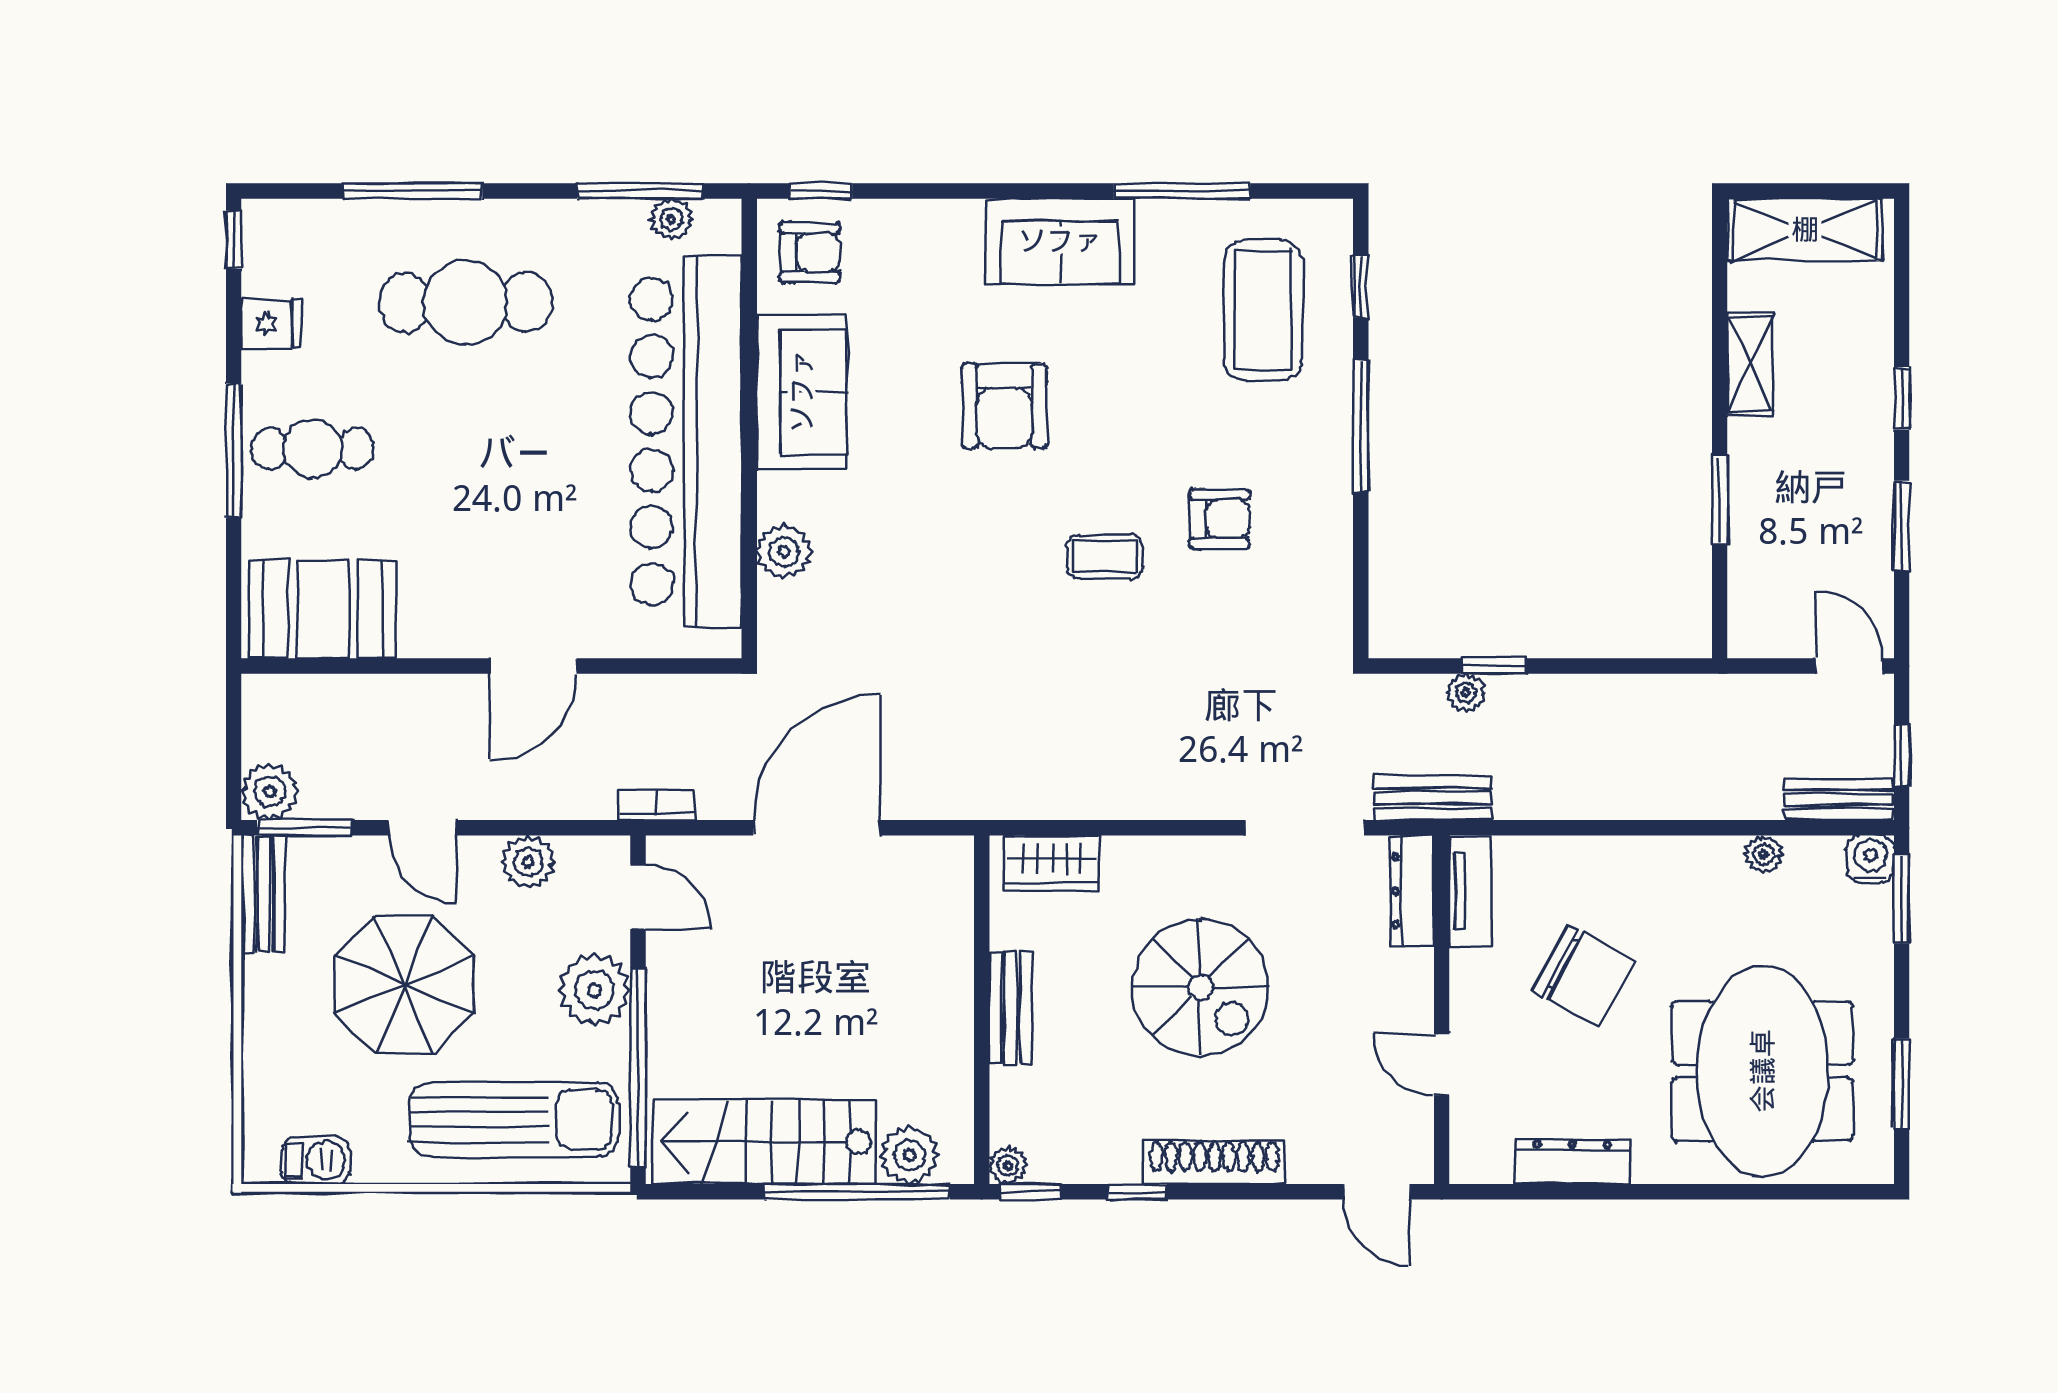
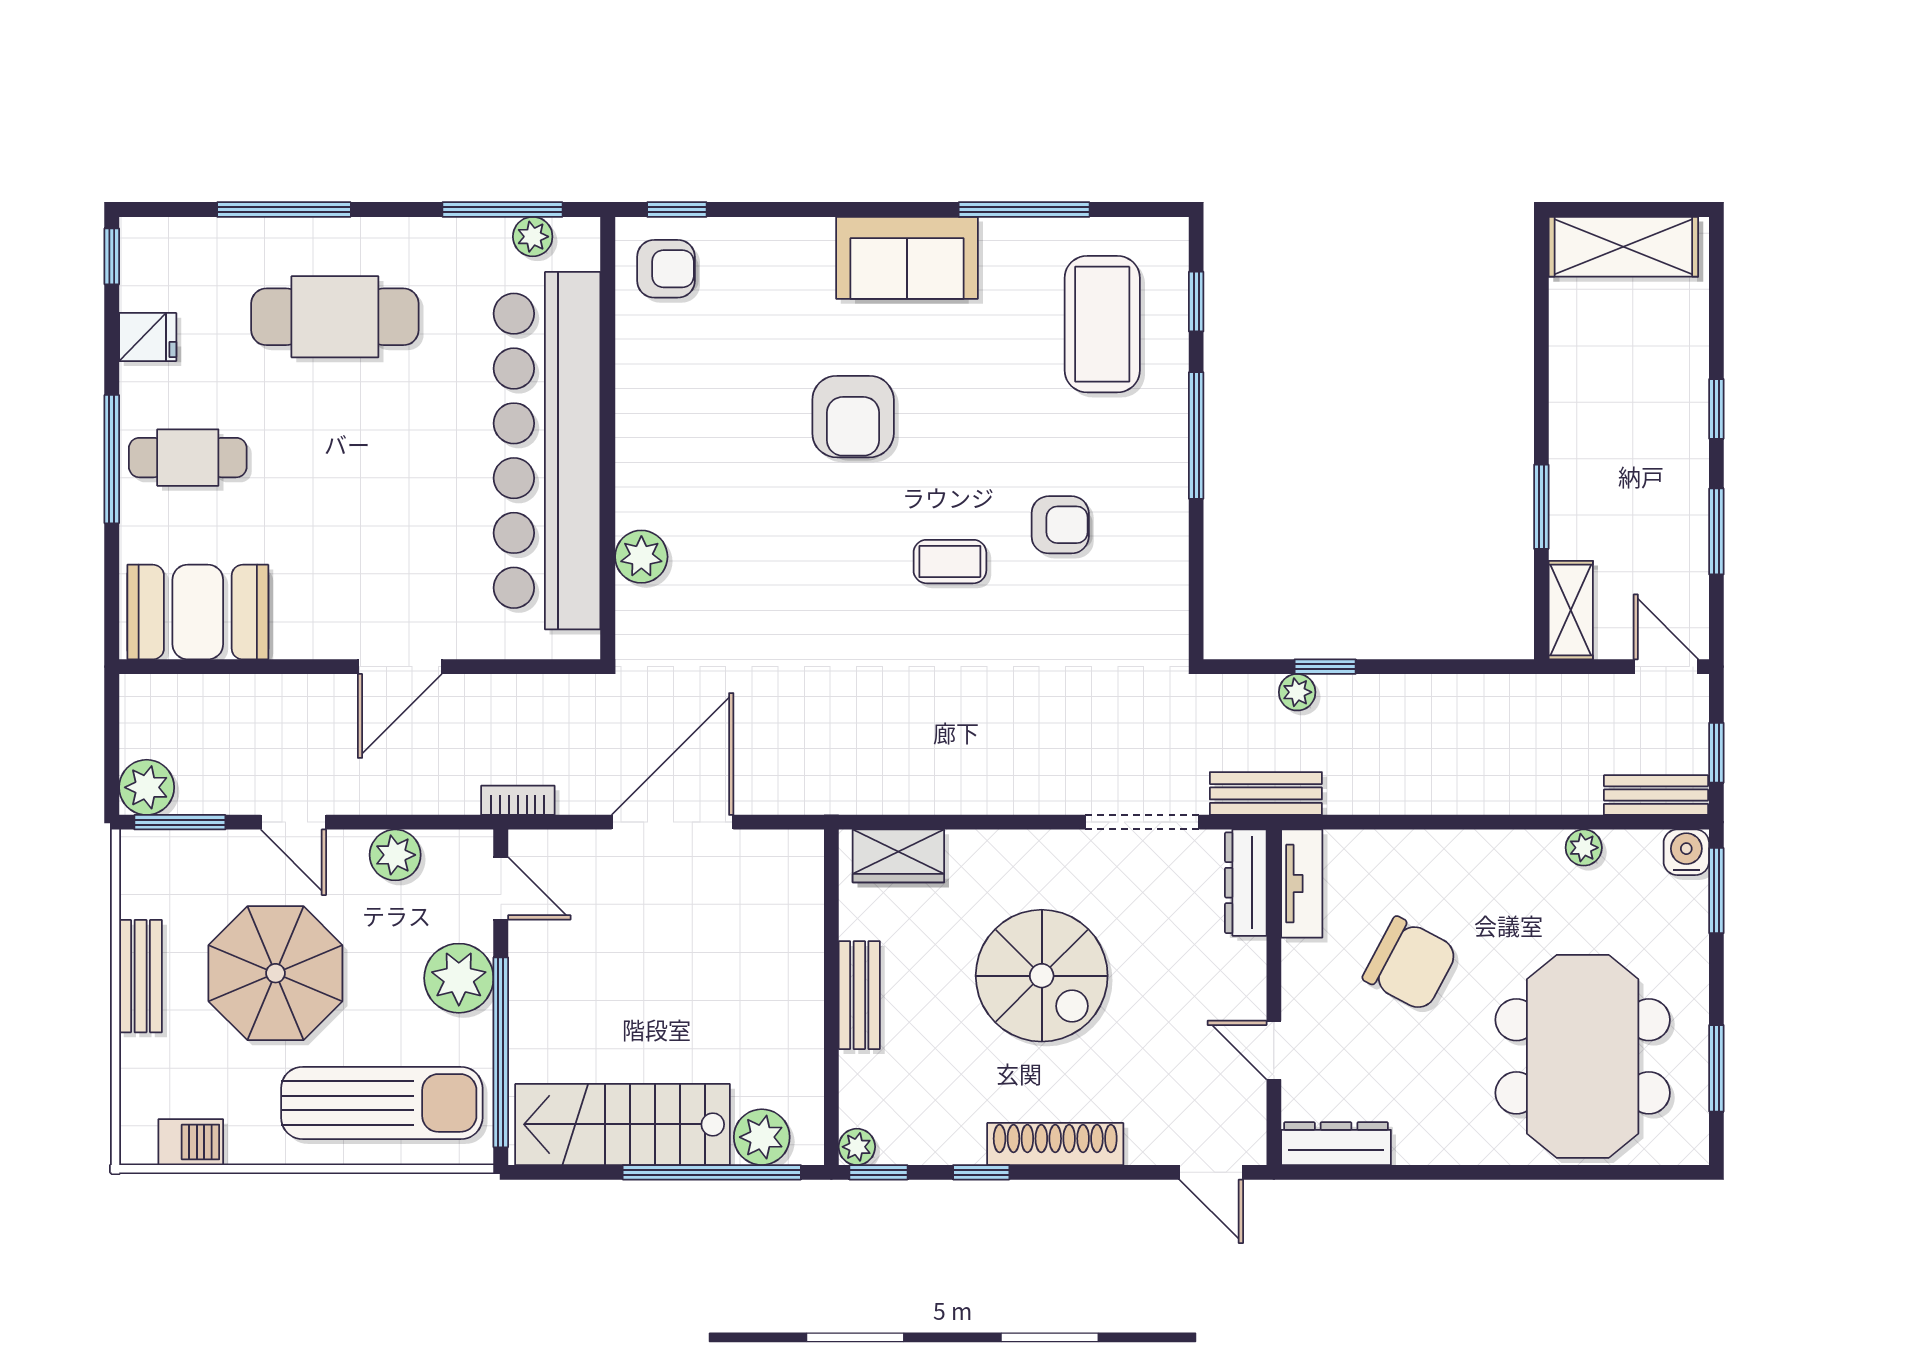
shelving: (1750, 364) -> (1571, 610), moved
sofa: (802, 391) -> (658, 402), removed
bench: (264, 894) -> (141, 976), moved
dresser: (1572, 1162) -> (1336, 1144), moved

